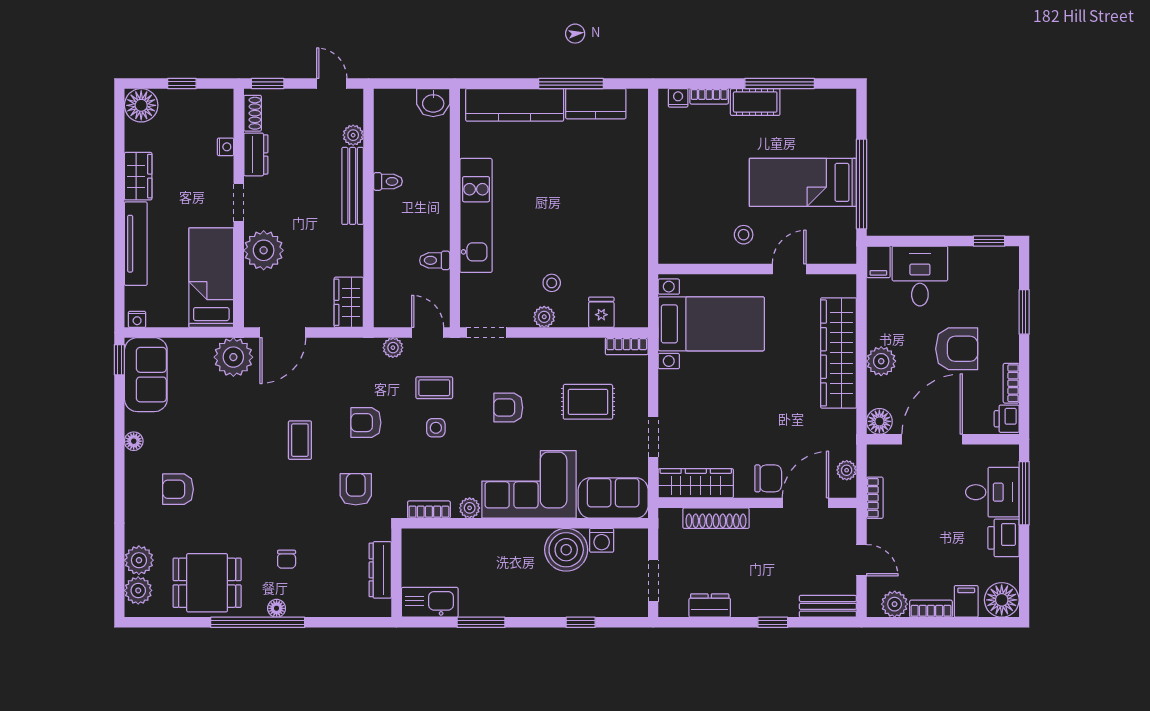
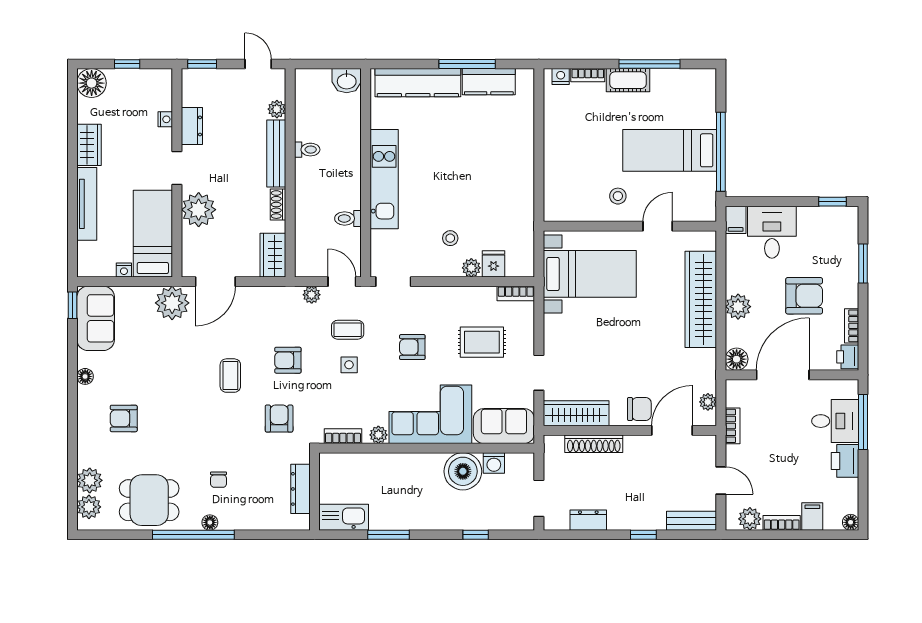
shoe rack: (253, 113) -> (278, 205), moved, turned 180
plant: (544, 317) -> (471, 268), moved
nightstand: (137, 319) -> (124, 270), moved
floor lamp: (1002, 600) -> (851, 522), width x0.53, depth x0.53

